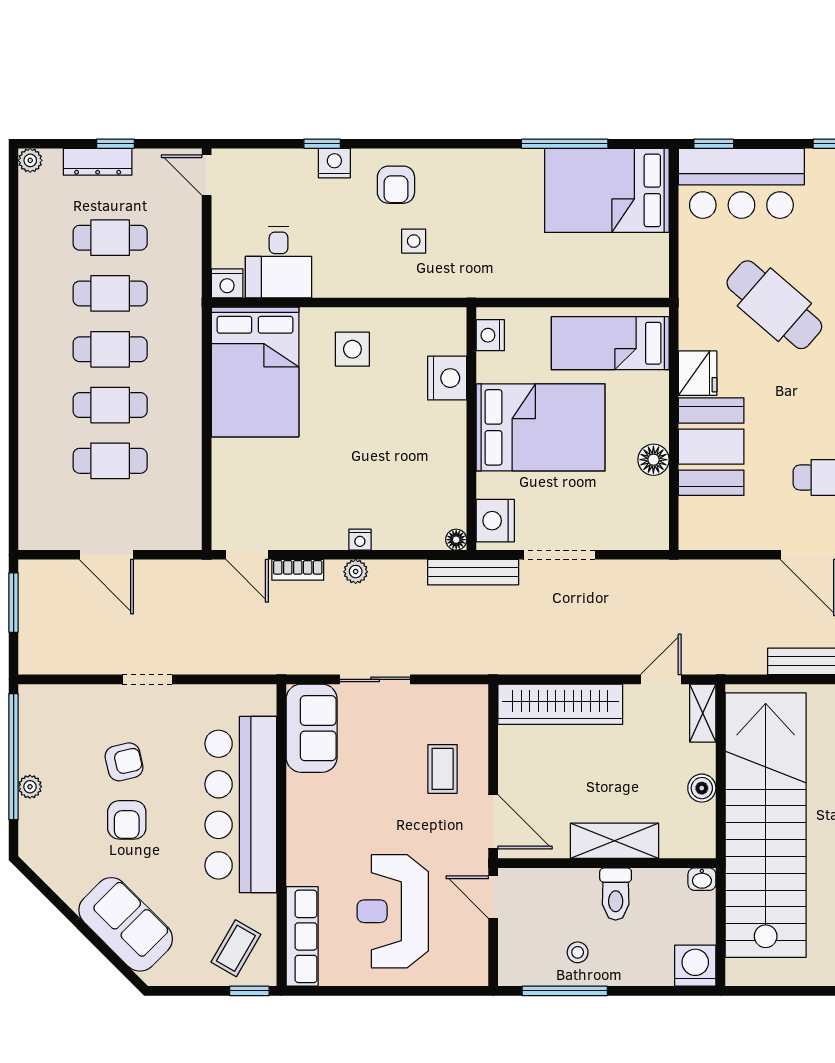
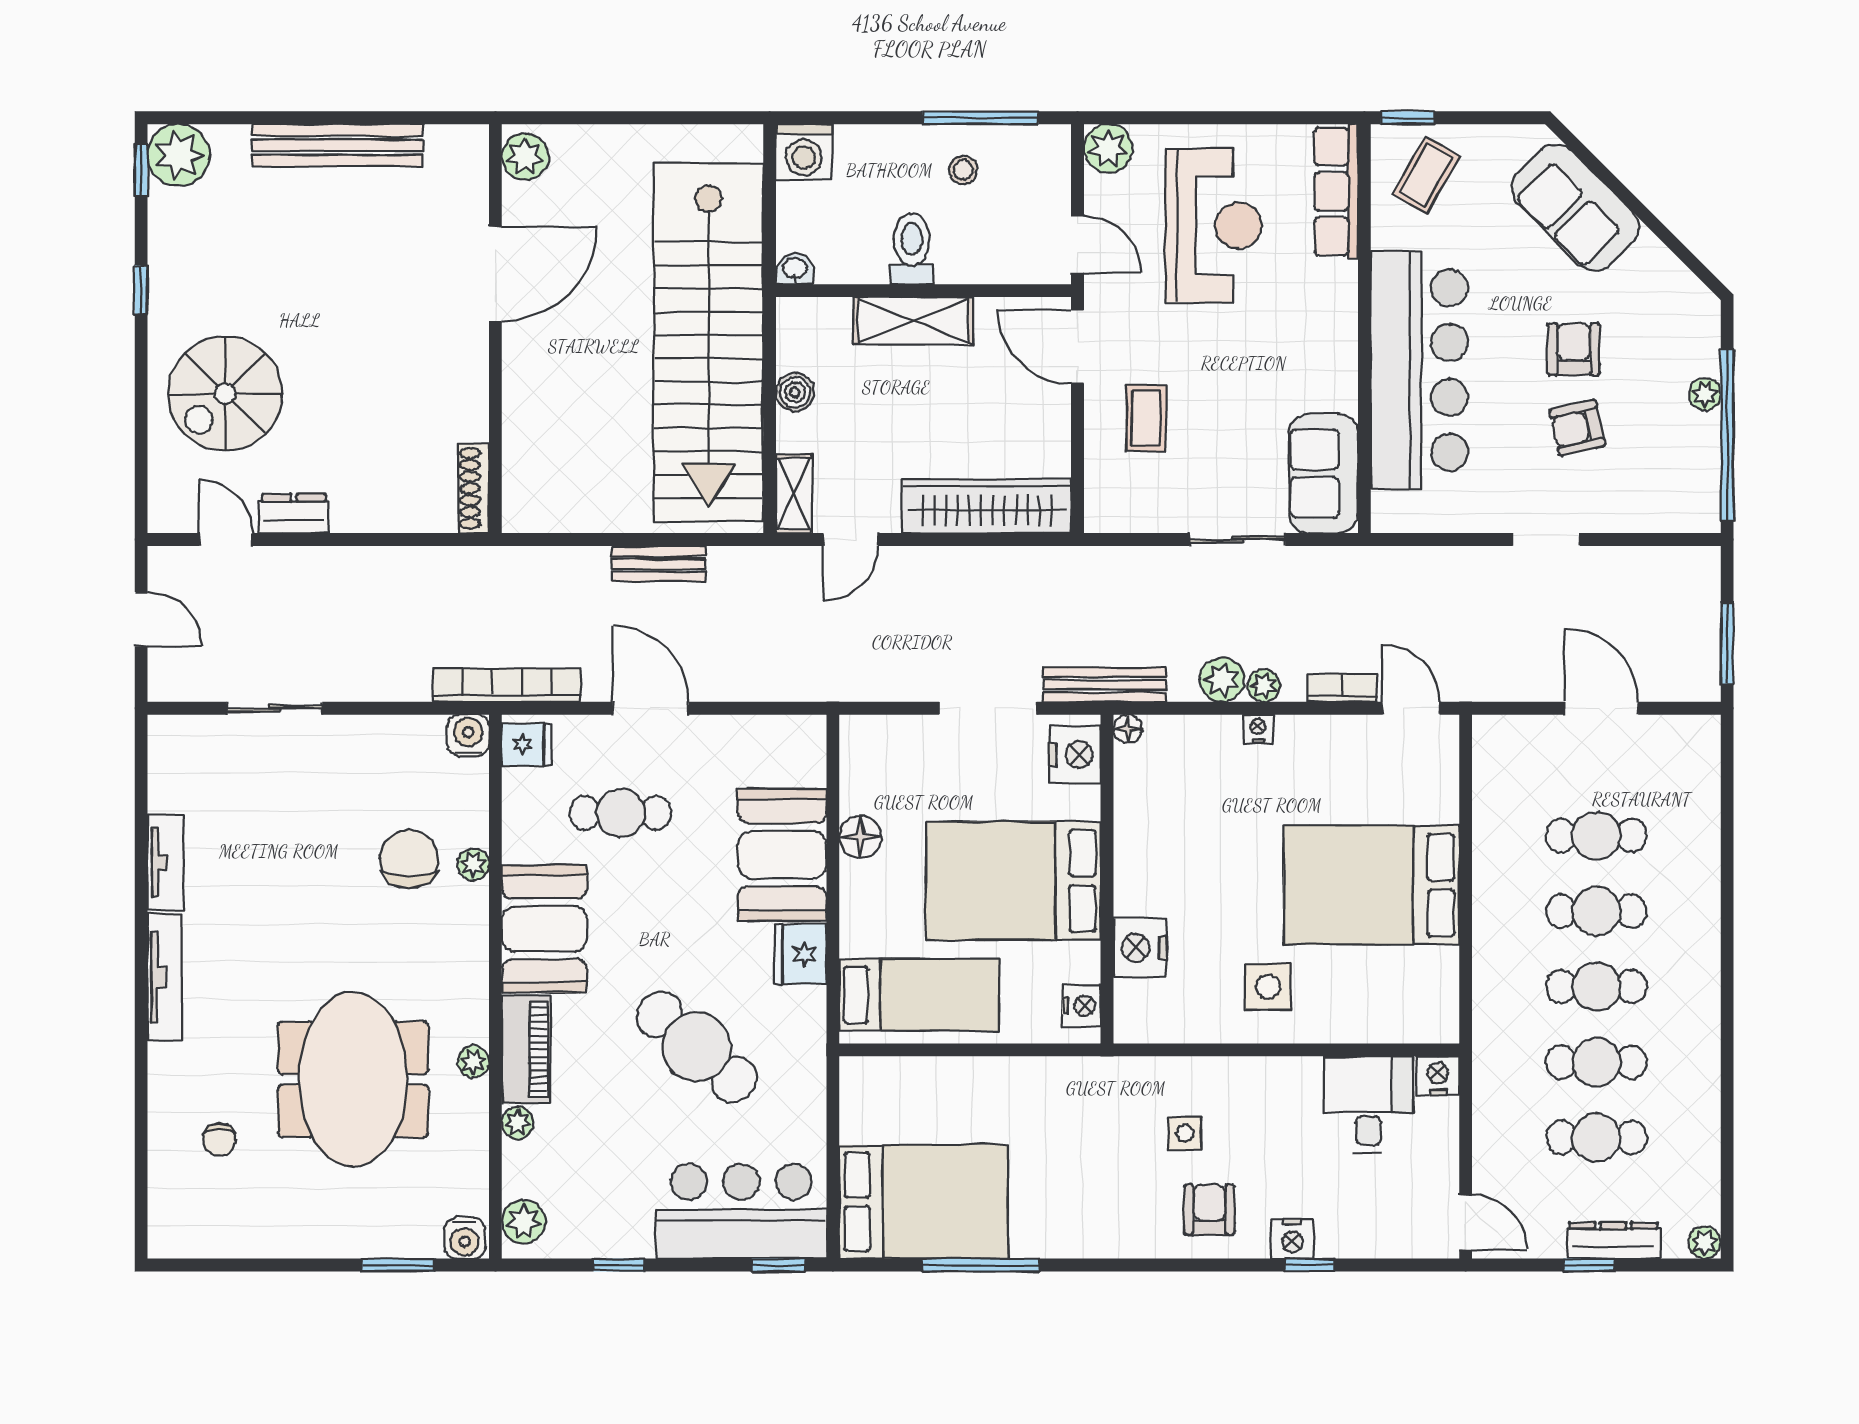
bed: (255, 372) -> (1372, 885), moved, turned -90
plant: (386, 576) -> (1222, 680), added
plant: (470, 968) -> (1108, 148), added

